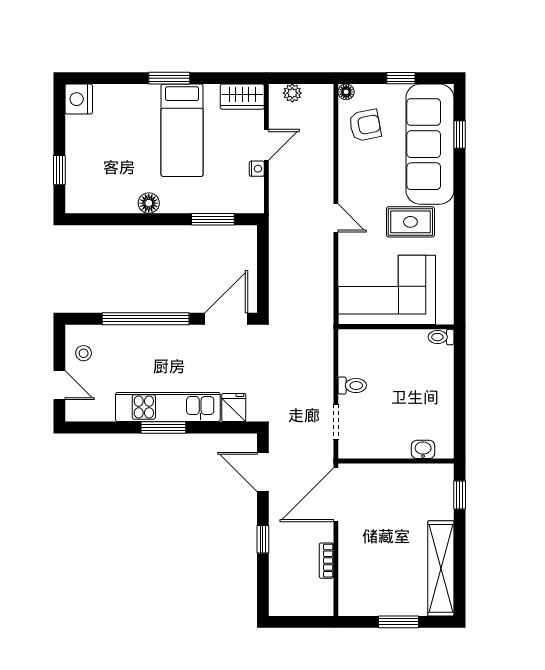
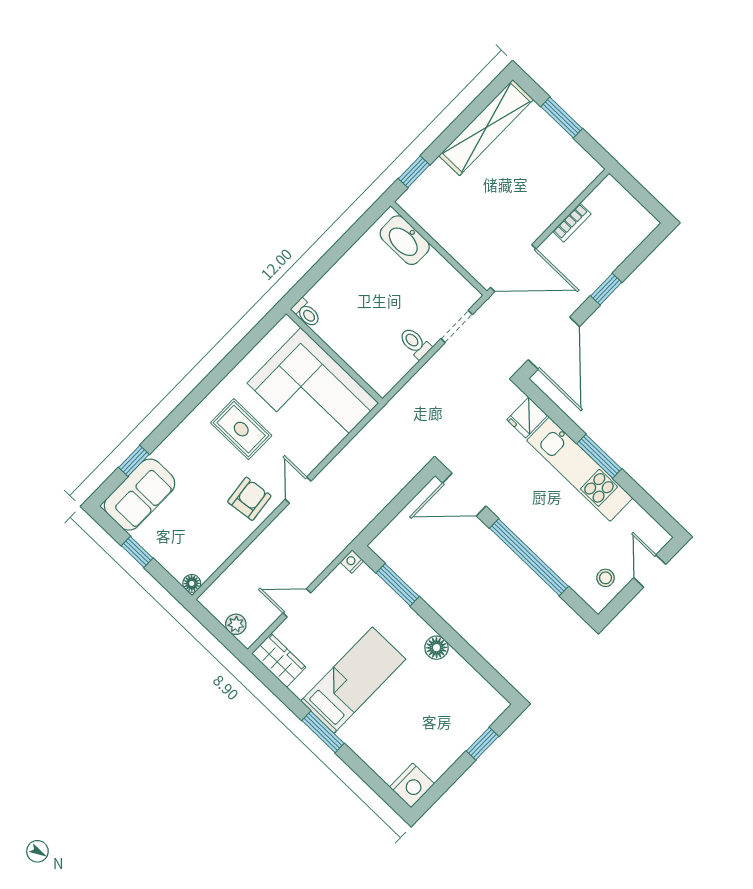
armchair: (365, 125) -> (249, 499), moved, turned 94
sofa: (430, 144) -> (140, 495), width x0.54, depth x0.79
nightstand: (257, 169) -> (352, 562), moved
washbasin: (423, 449) -> (405, 240), width x1.91, depth x1.45
door: (263, 472) -> (554, 343), width x1.36

